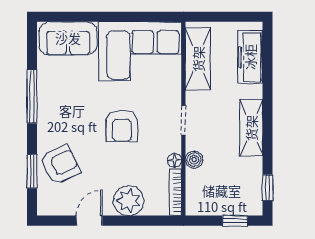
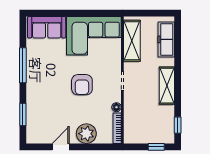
boiler: (194, 160) -> (129, 107), removed
armchair: (60, 165) -> (41, 110), removed

